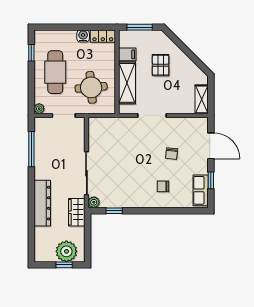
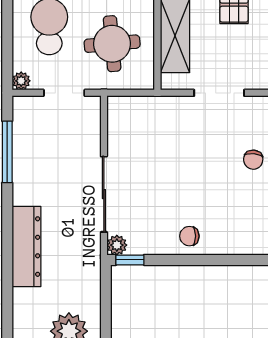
chair: (163, 186) -> (189, 236), moved
window: (114, 211) -> (130, 260), moved
wardrobe: (77, 212) -> (87, 263), removed

